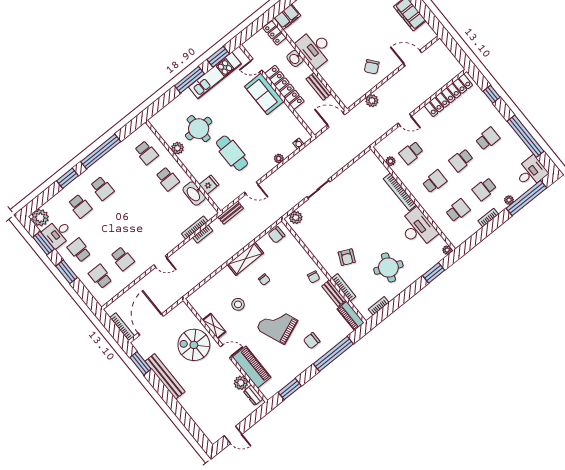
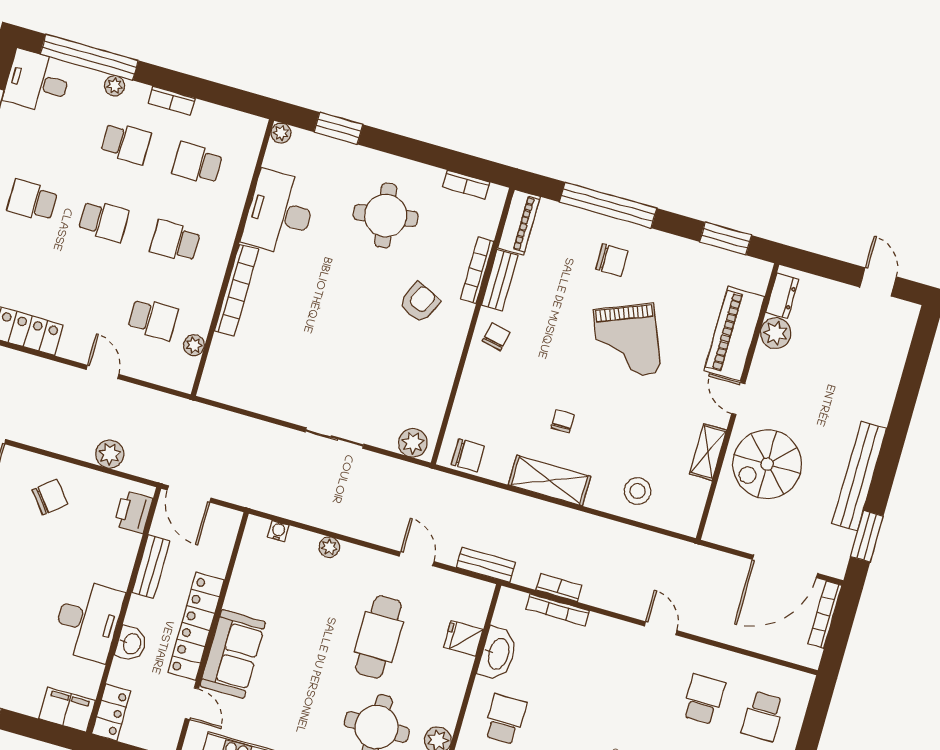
printer: (344, 94) -> (133, 512), added
round table: (388, 268) -> (386, 215), turned -32
stool: (238, 304) -> (638, 491), moved
spiral stairs: (194, 345) -> (767, 464), turned 90

